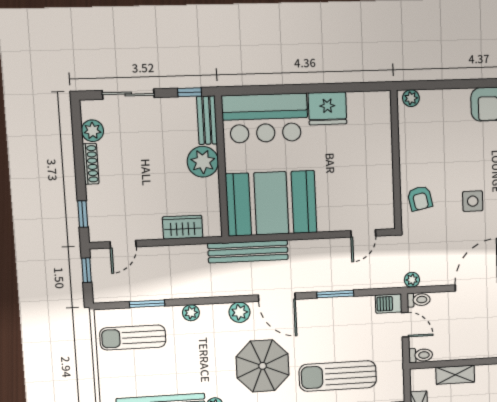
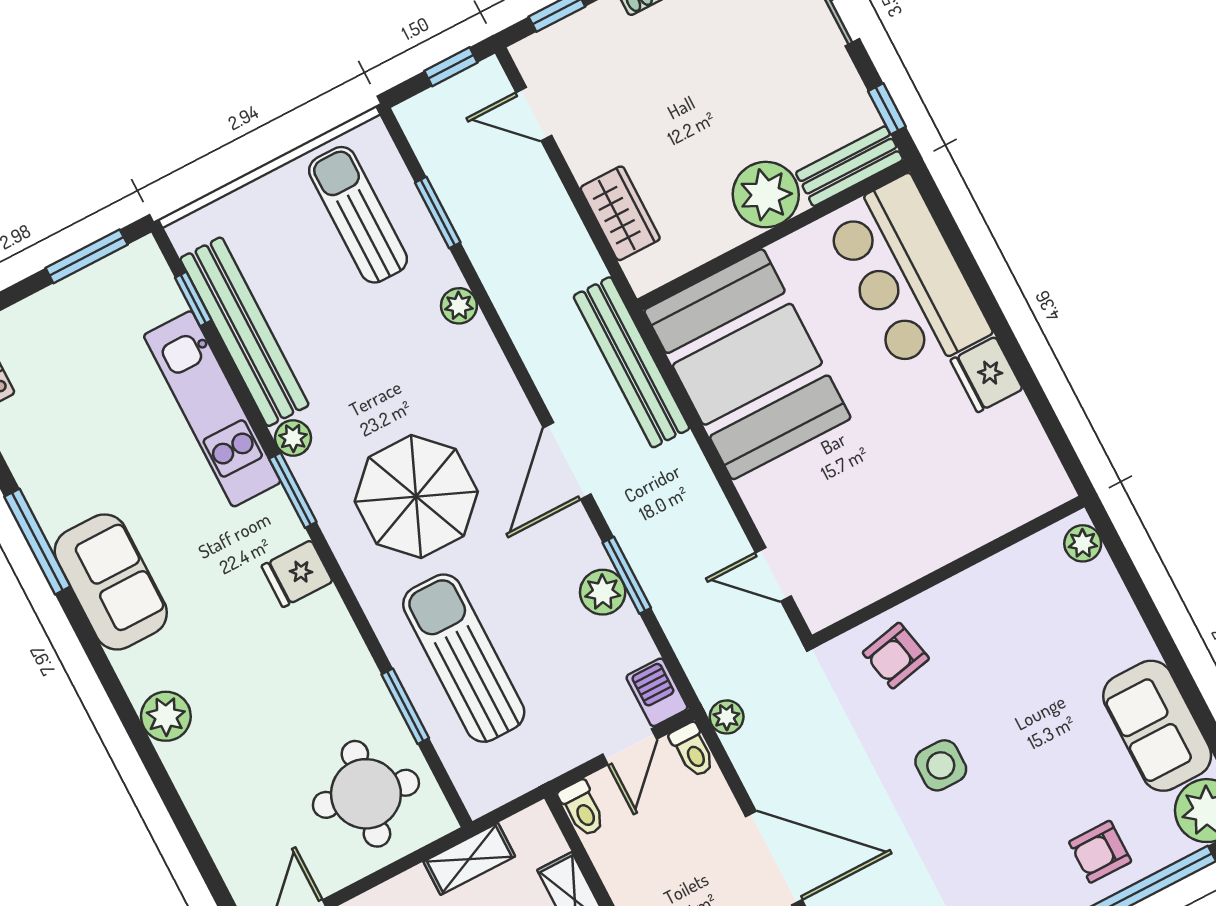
fridge: (327, 108) -> (986, 375), width x0.73, depth x0.75
plant: (239, 312) -> (603, 592), moved

